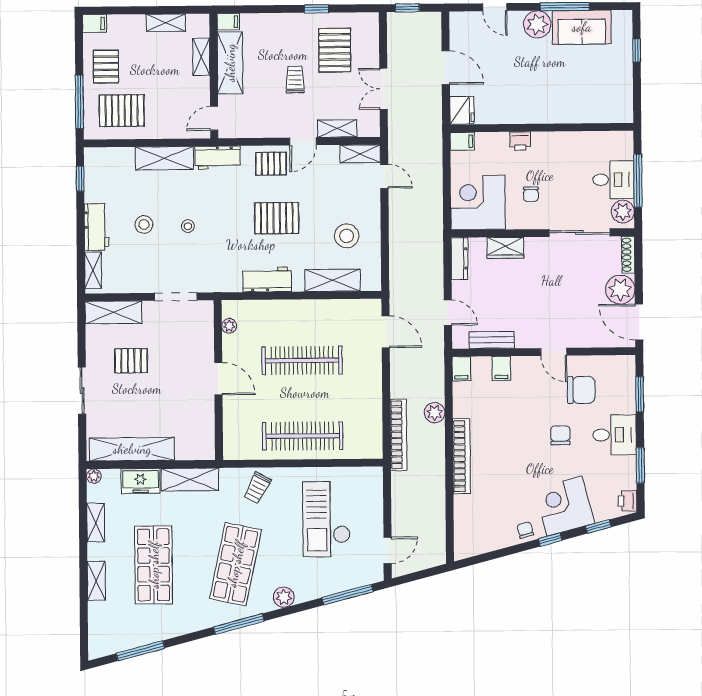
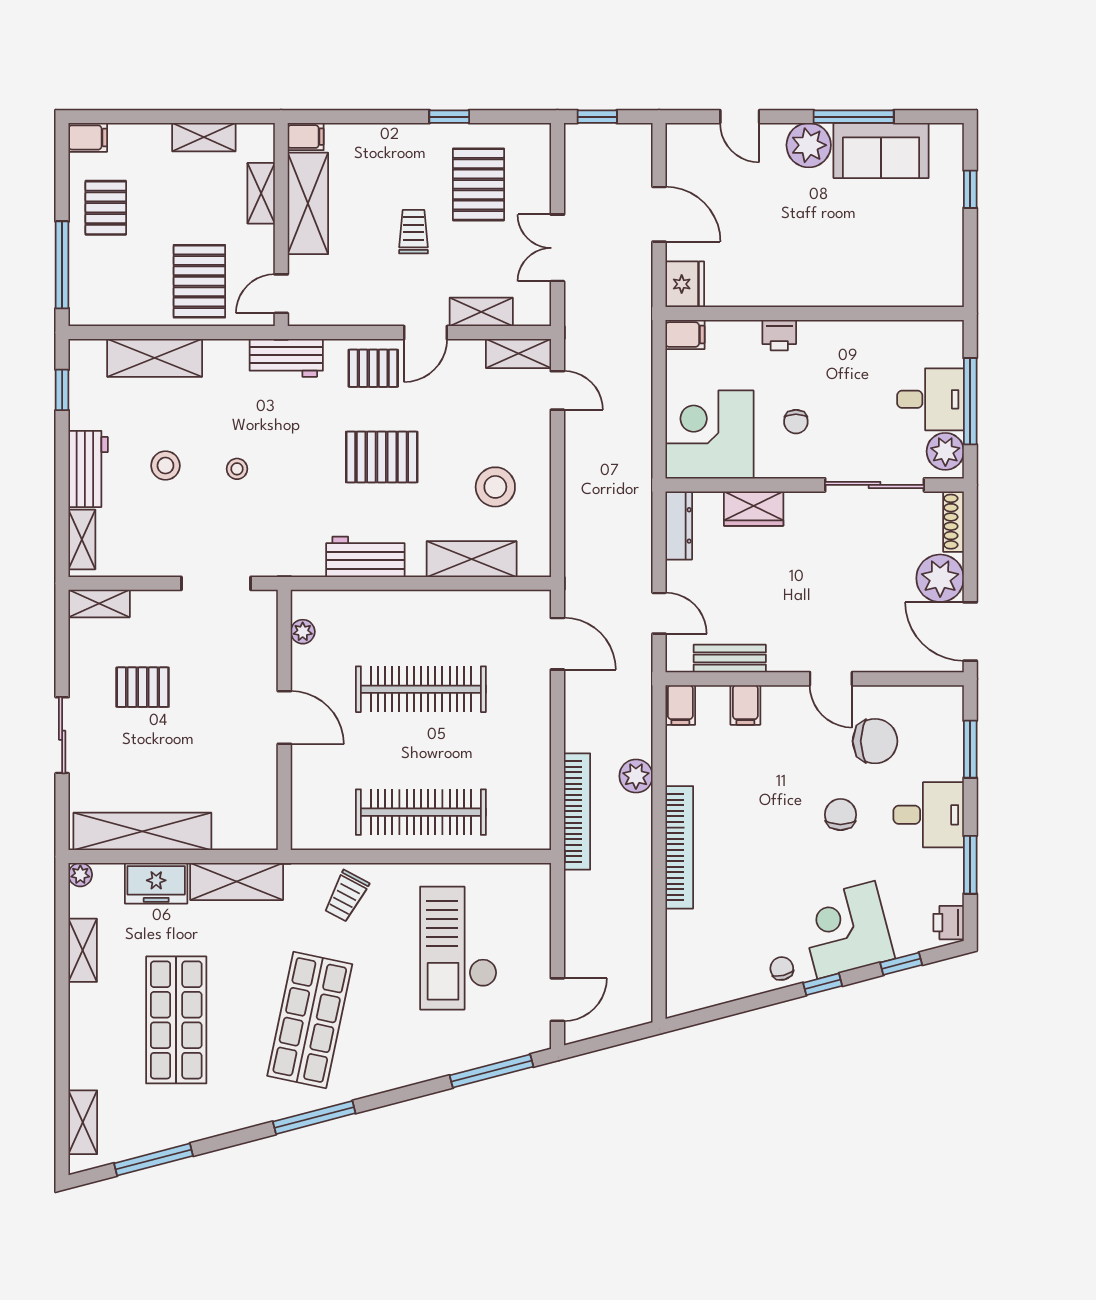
pallet: (122, 111) -> (199, 281), moved, turned 90
shelving: (164, 158) -> (155, 358), moved
shelving: (113, 312) -> (99, 604), width x0.67, depth x0.75
shelving: (96, 581) -> (83, 1122), moved
plant: (284, 597) -> (388, 1074), removed

